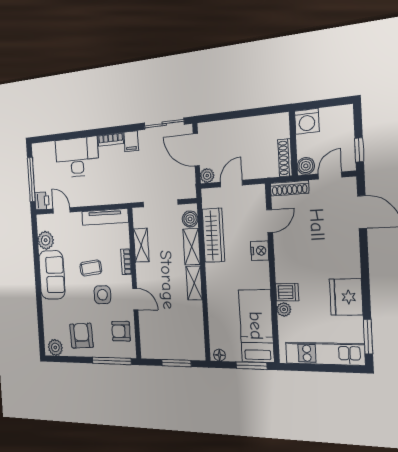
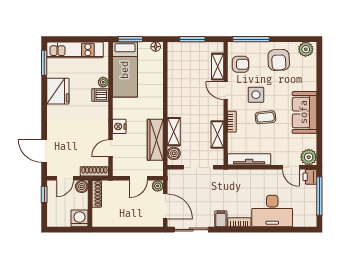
plant: (46, 240) -> (309, 157), moved
shelving: (194, 283) -> (218, 67), moved

